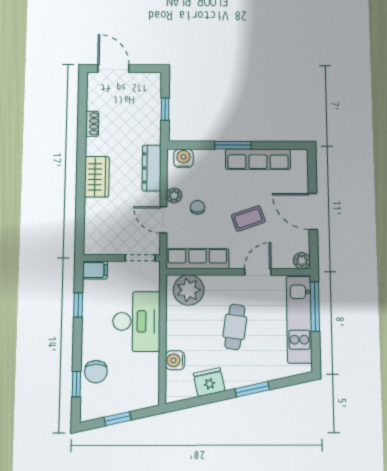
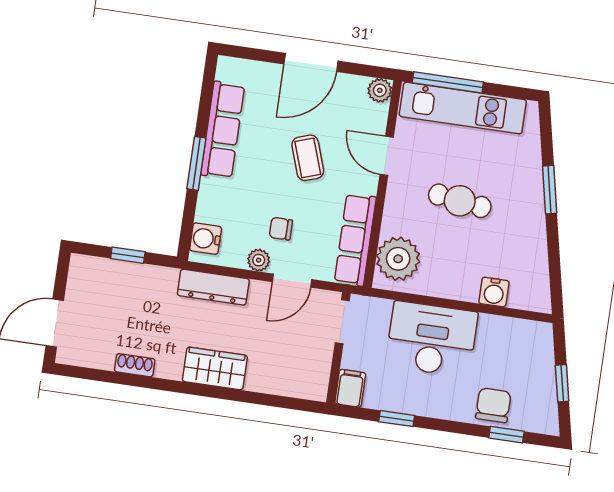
chair: (96, 372) -> (493, 405), turned -90
fridge: (209, 382) -> (531, 249), removed

